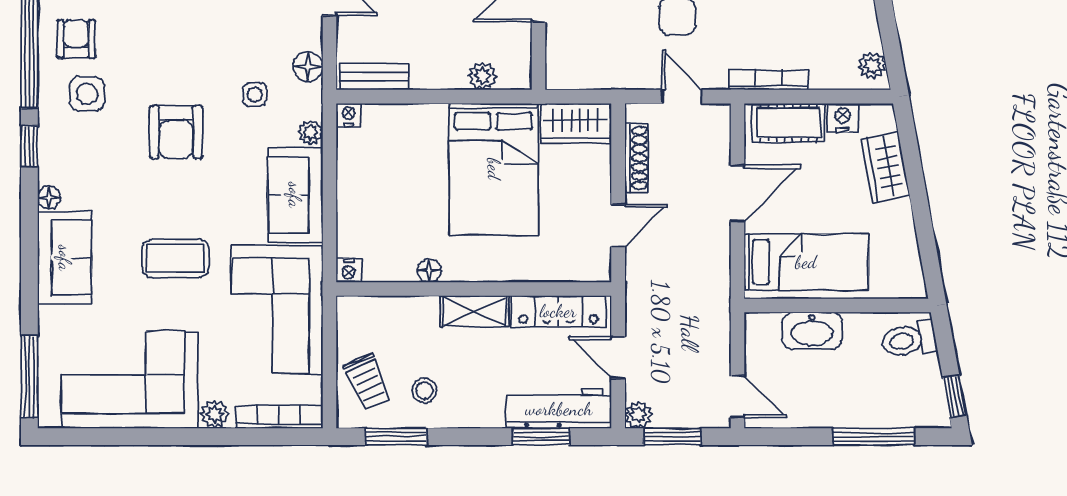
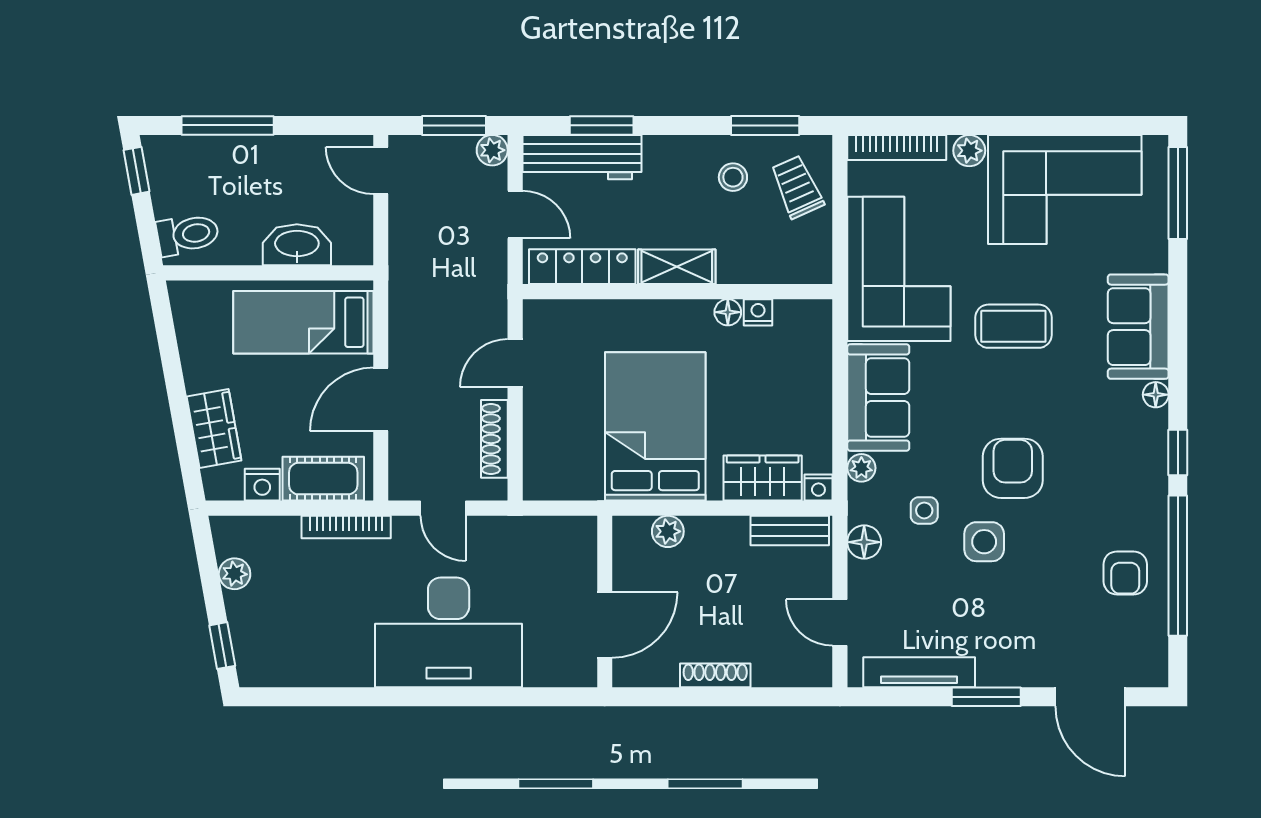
plant: (872, 65) -> (235, 574), moved
side table: (87, 94) -> (984, 542), moved
wardrobe: (575, 123) -> (763, 478), moved
nightstand: (349, 271) -> (758, 312), moved

